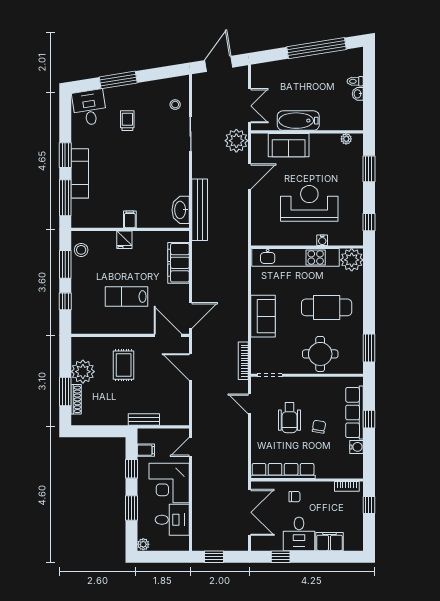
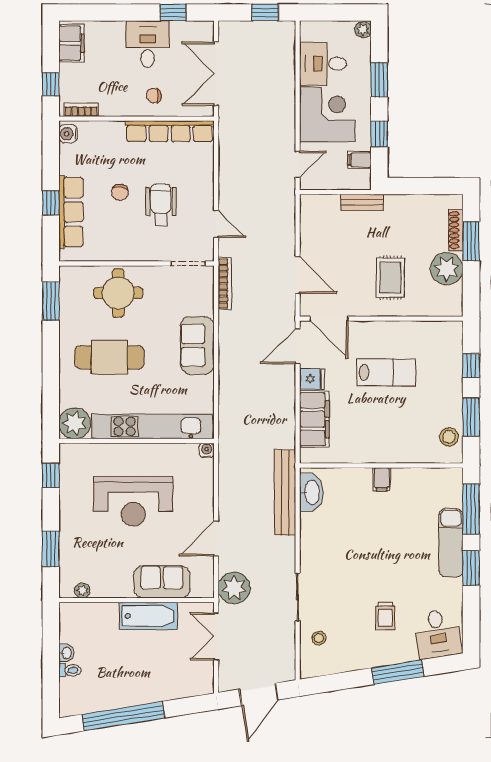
fridge: (124, 240) -> (312, 379), moved, turned 90
water cooler: (322, 240) -> (207, 450), moved
water cooler: (356, 447) -> (68, 134), moved
filing cabinet: (330, 542) -> (72, 43), moved, turned -90

